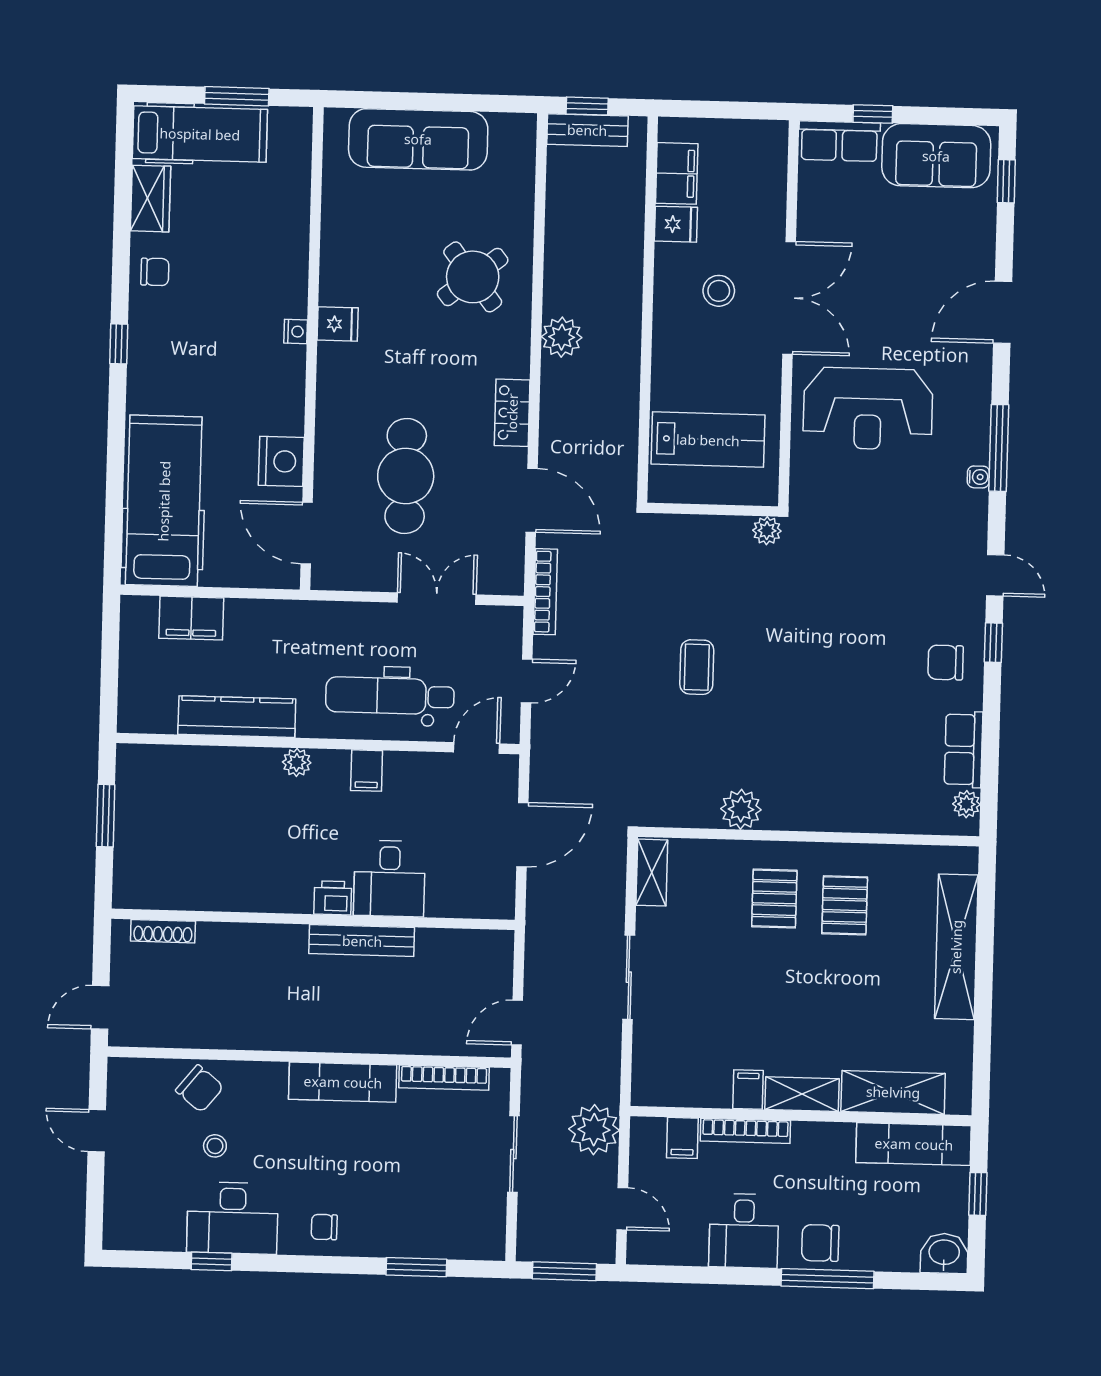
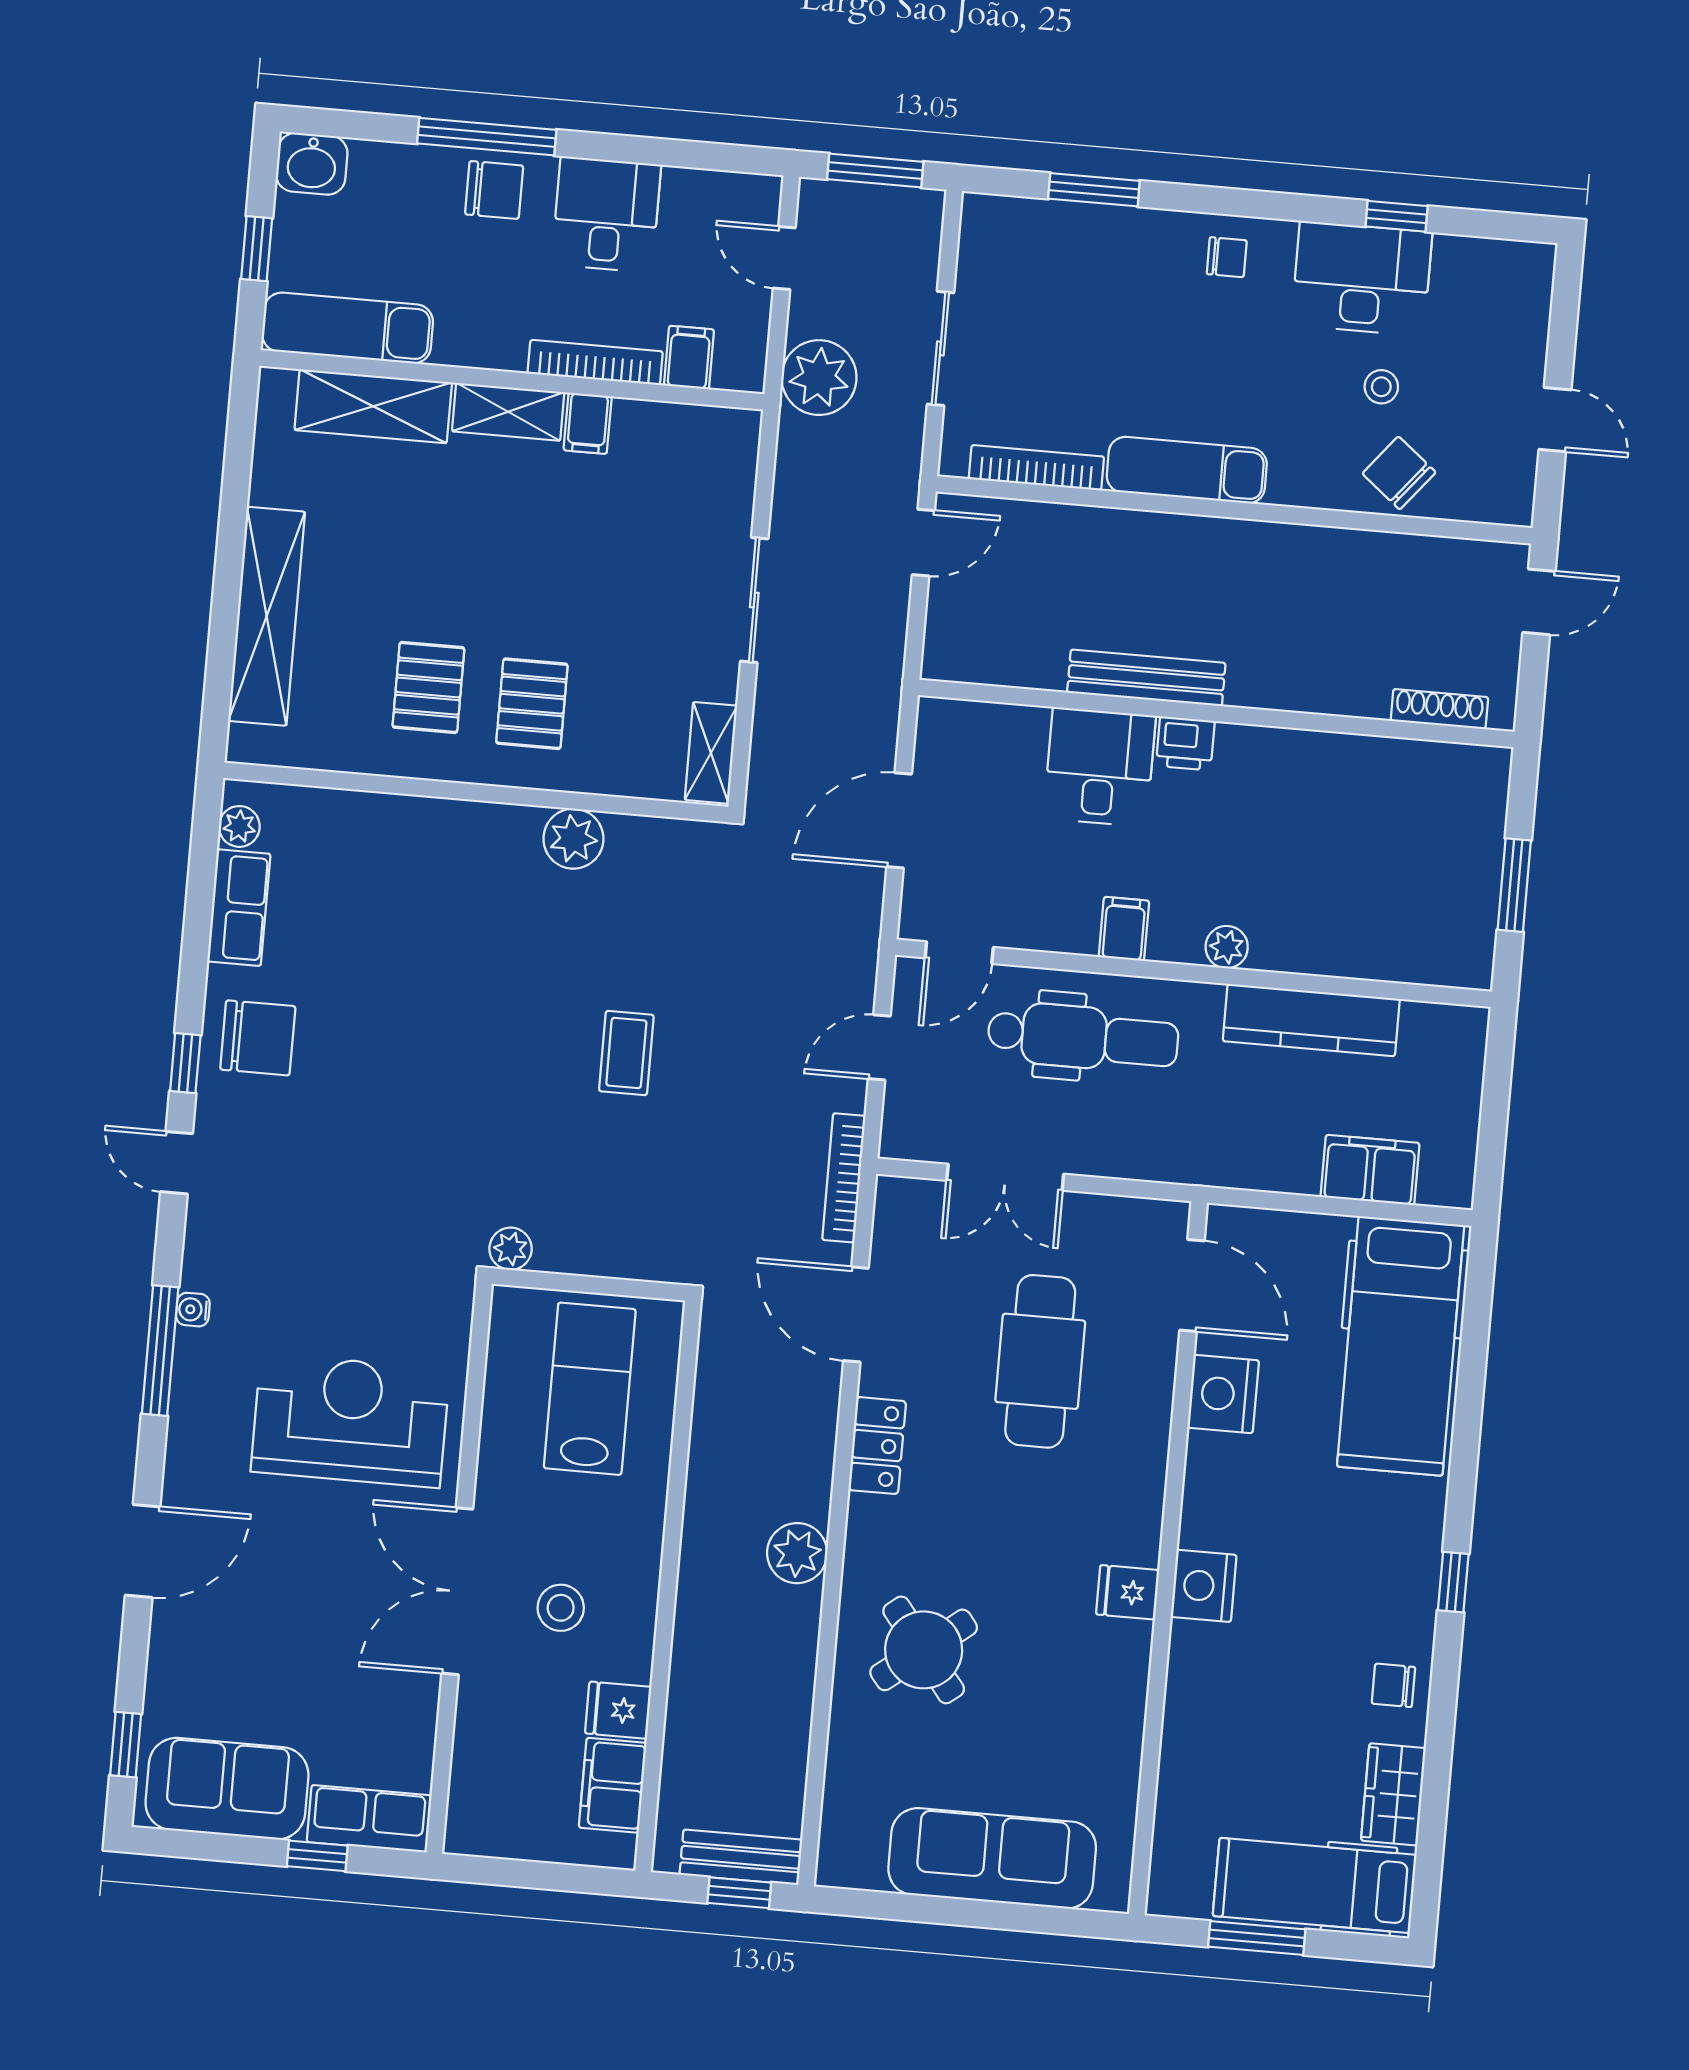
nightstand: (296, 332) -> (1204, 1586), width x1.89, depth x1.79
lab bench: (708, 440) -> (590, 1389), turned 90
chair: (946, 662) -> (258, 1038), width x1.37, depth x1.37

